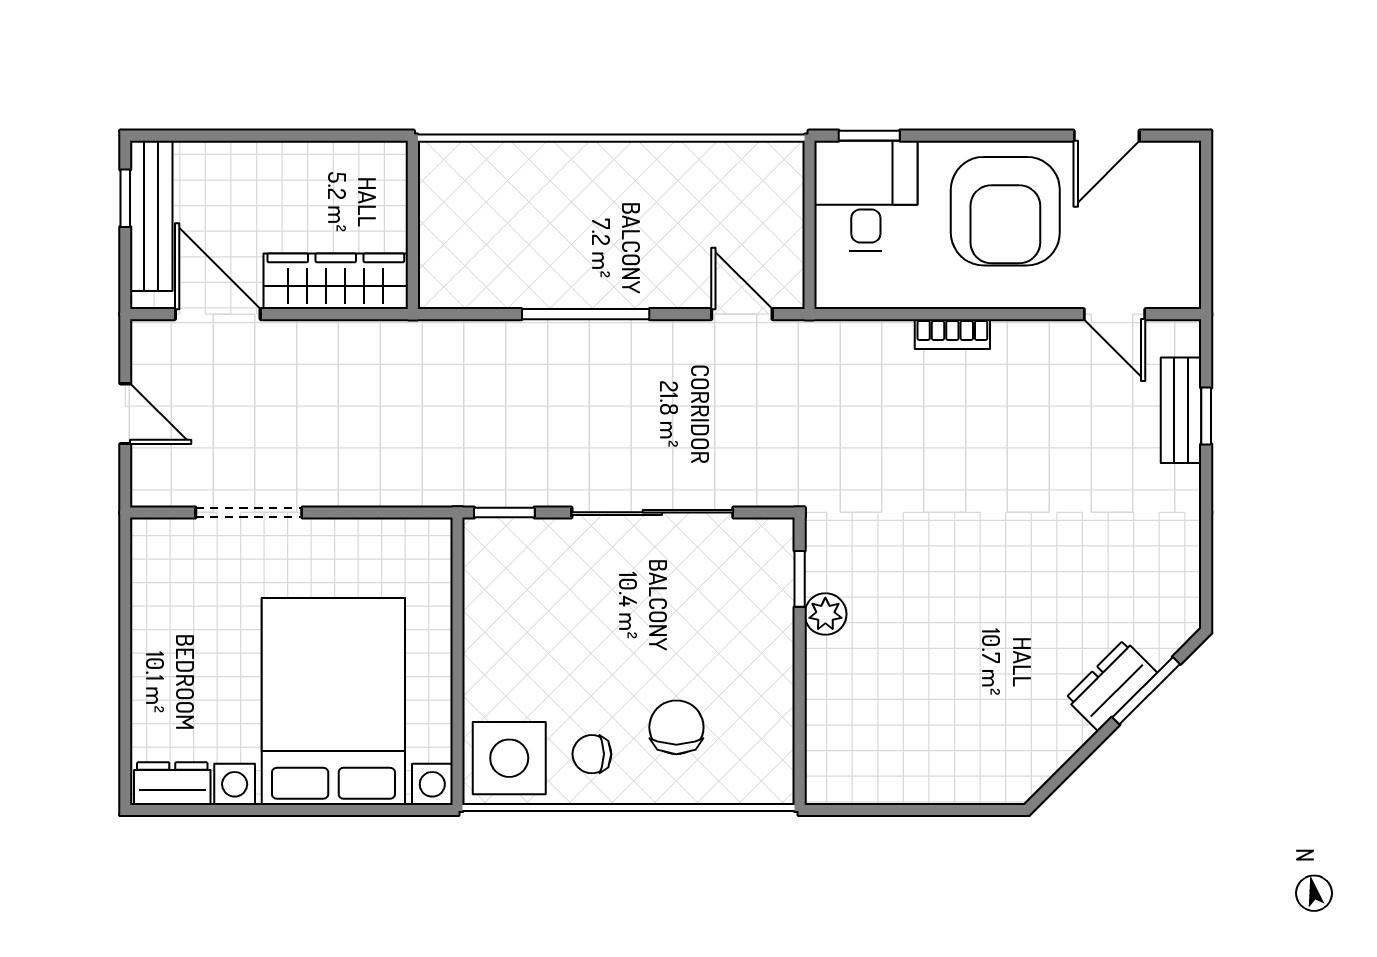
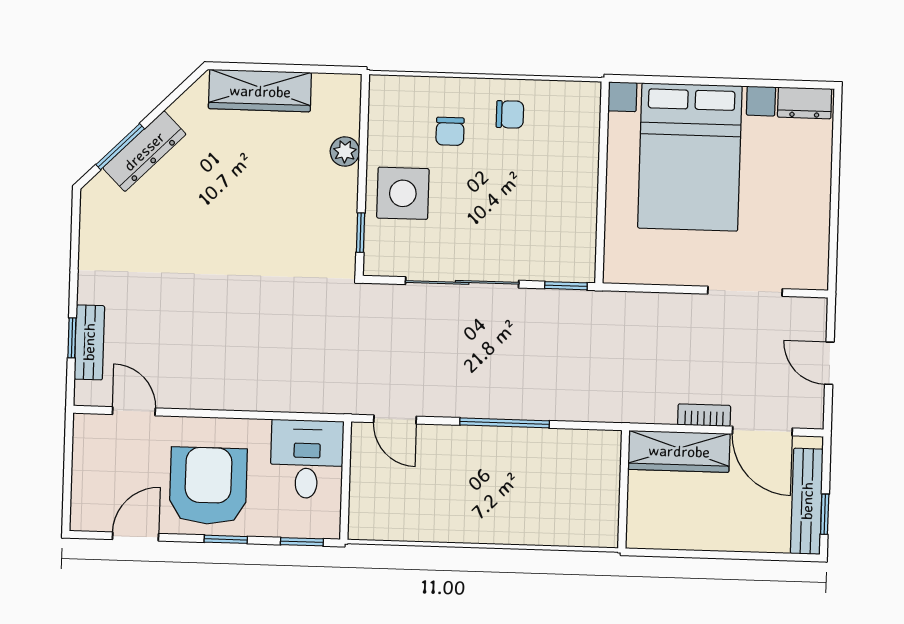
window: (978, 136) -> (226, 539), added
desk: (866, 196) -> (307, 459), moved, turned 180
bookcase: (952, 334) -> (704, 415), moved
plant: (825, 614) -> (345, 152), moved
dresser: (1111, 685) -> (144, 151), width x1.44
chair: (676, 727) -> (450, 131), width x0.73, depth x0.73
side table: (509, 758) -> (403, 193), moved
wardrobe: (949, 777) -> (260, 91), added

